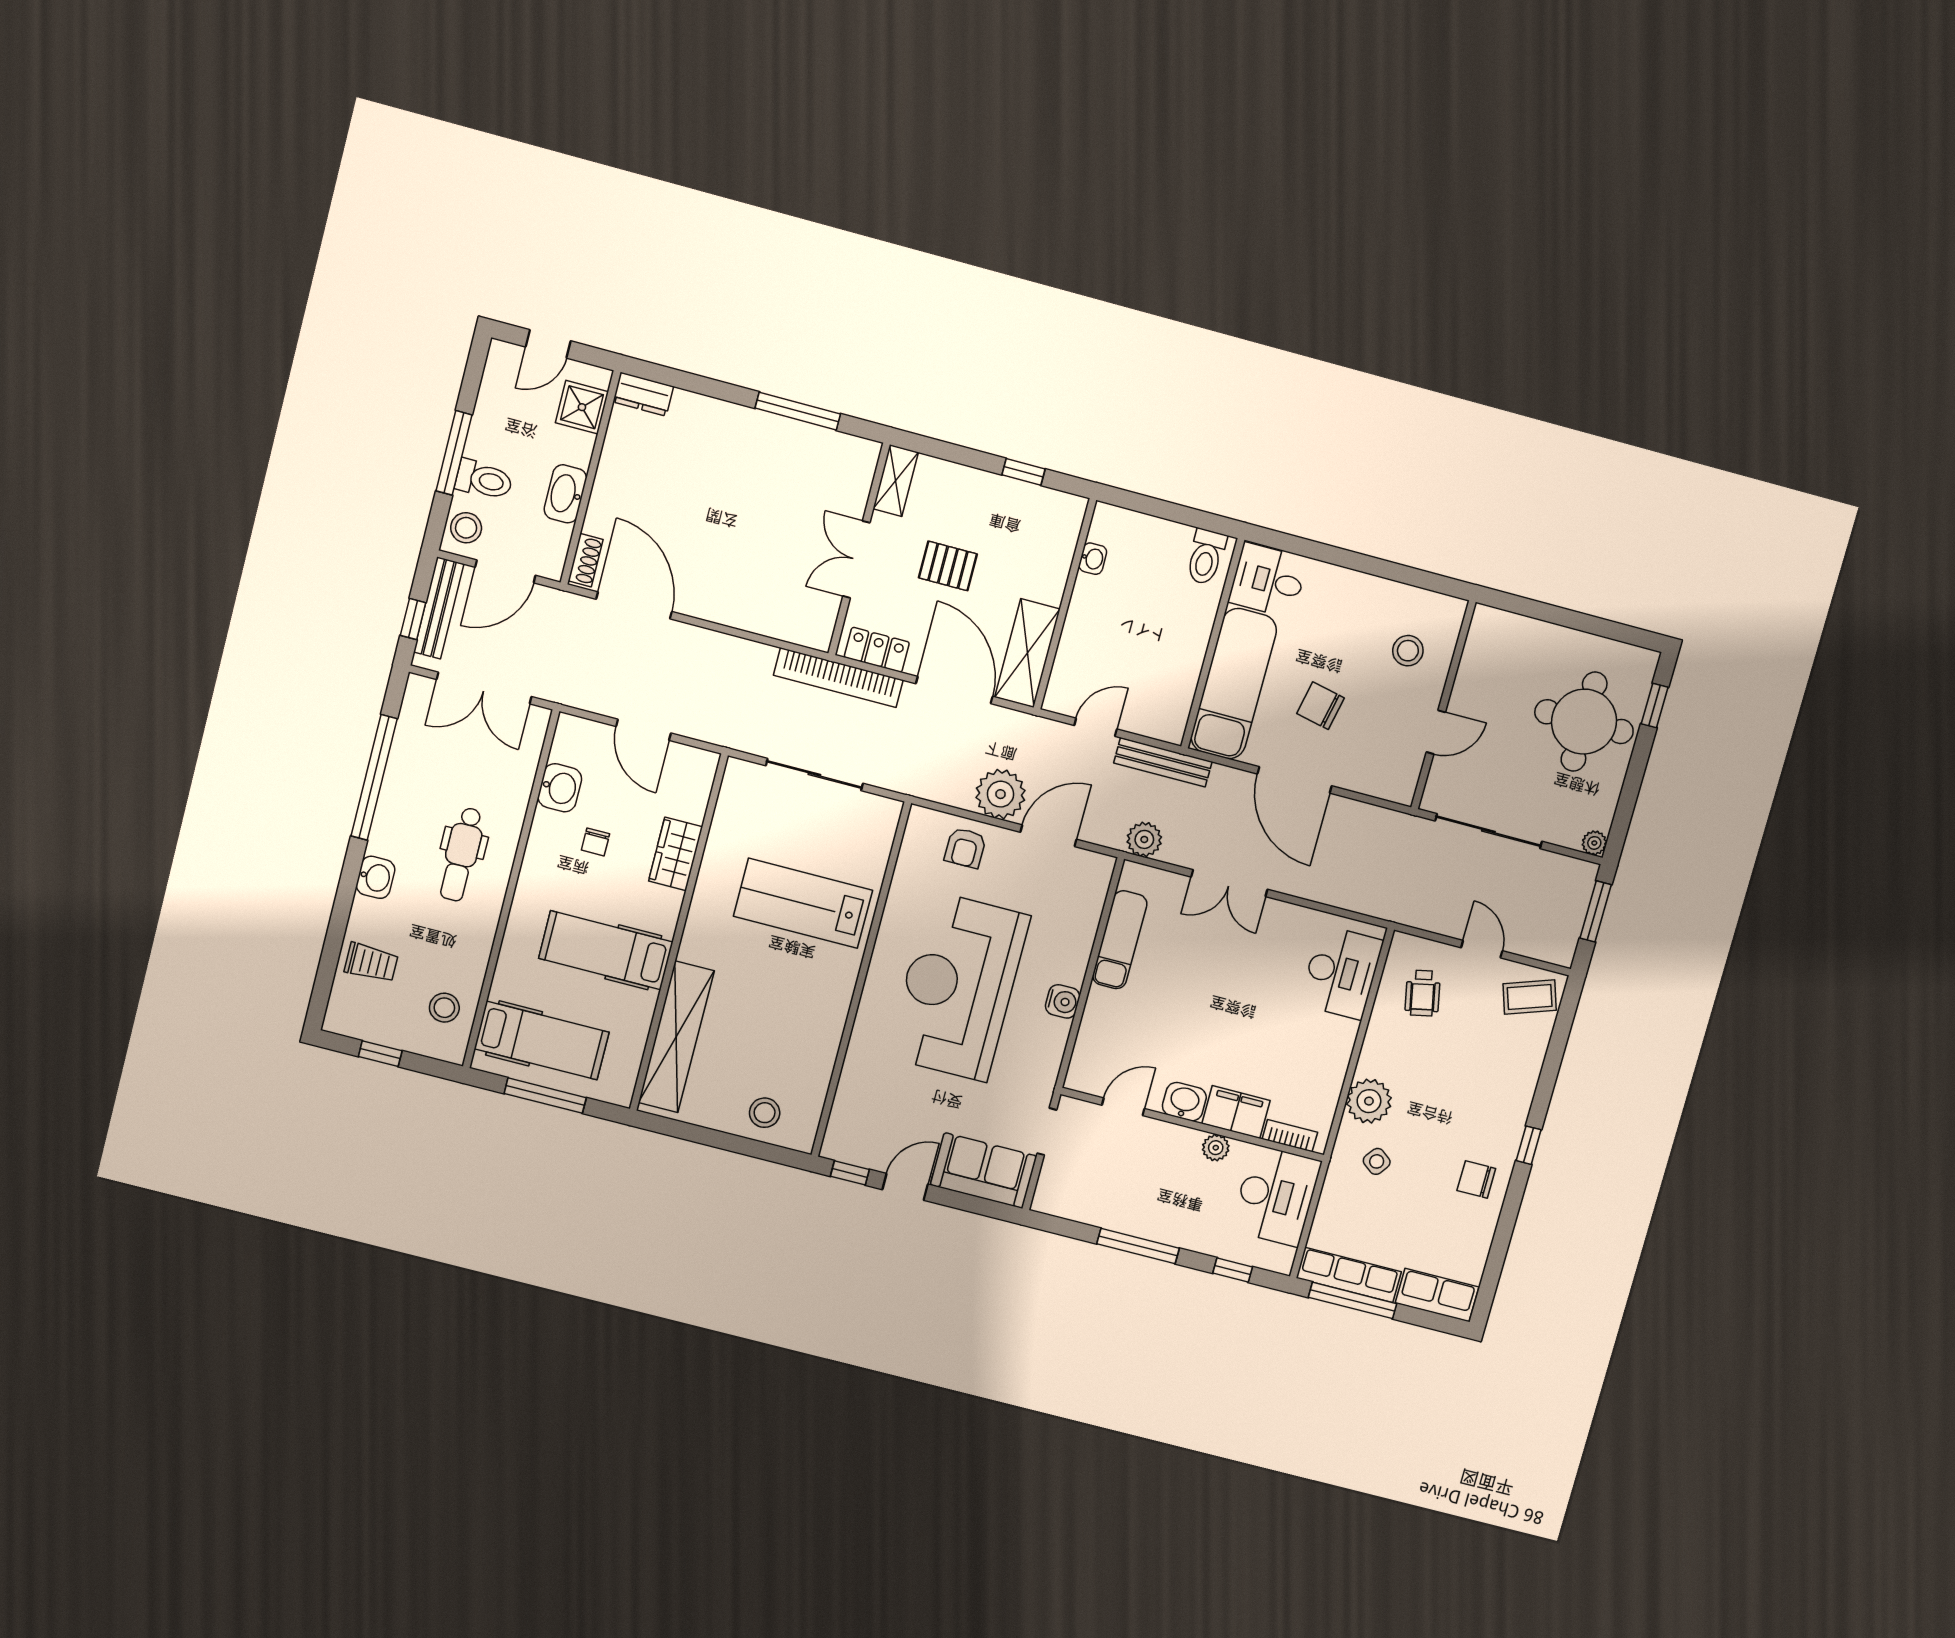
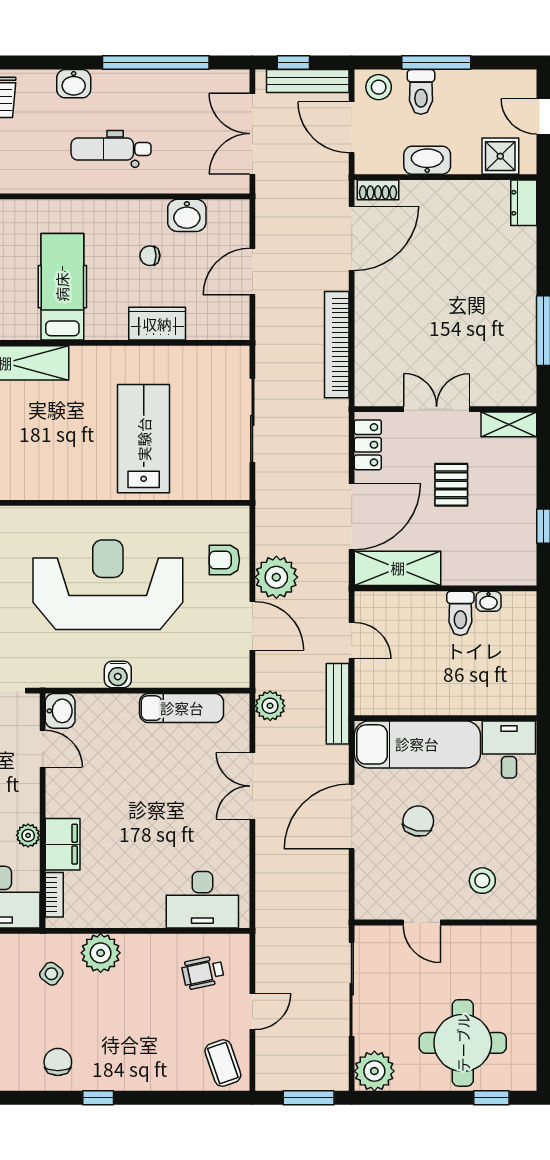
toilet: (1206, 557) -> (460, 613), moved, turned -90
bookcase: (838, 678) -> (337, 345), moved
plant: (1594, 843) -> (374, 1071), width x1.88, depth x1.88
washbasin: (1184, 1102) -> (60, 711), moved

